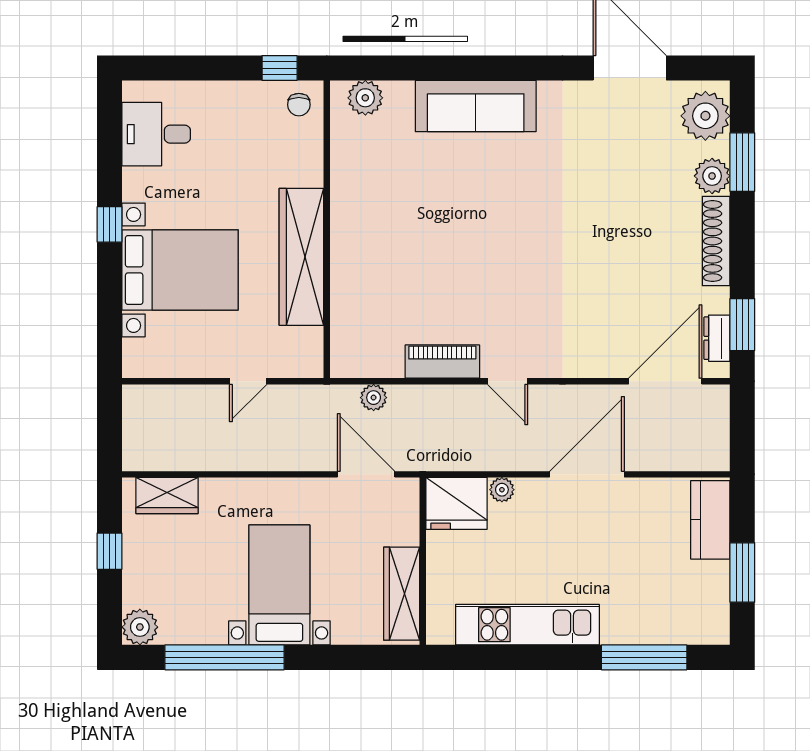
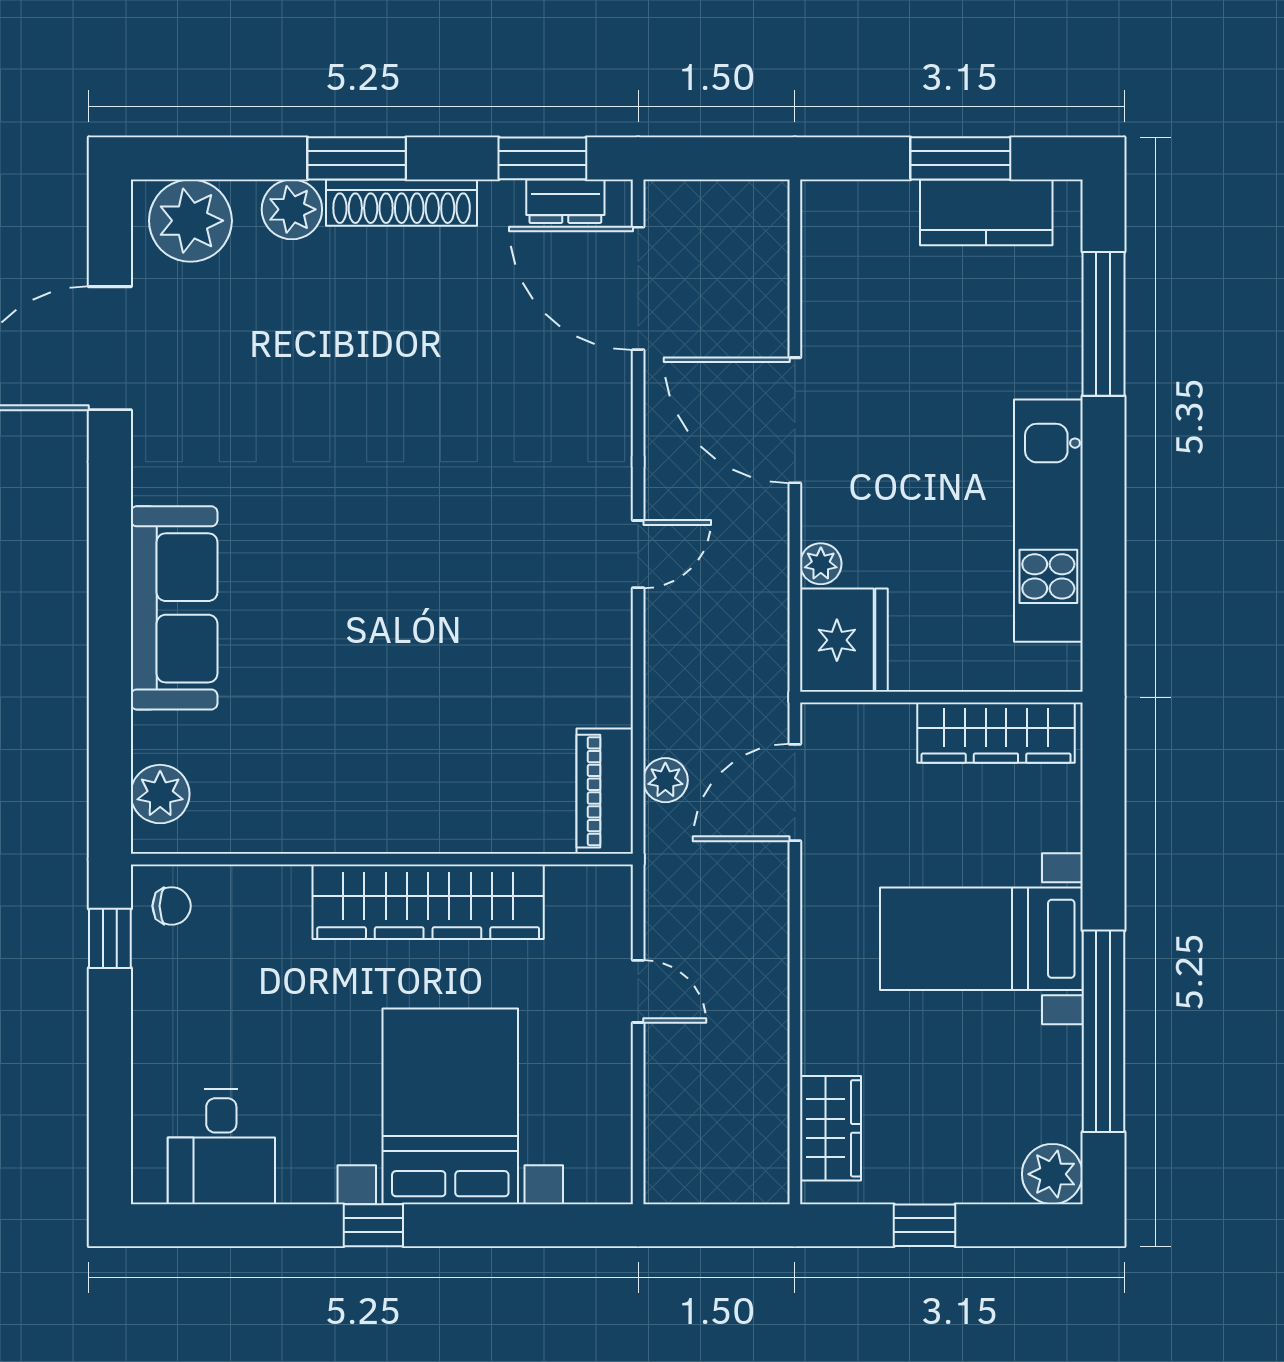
window: (742, 162) -> (357, 158), moved
piano: (442, 362) -> (605, 791), moved
kitchen counter: (710, 520) -> (986, 212), moved

